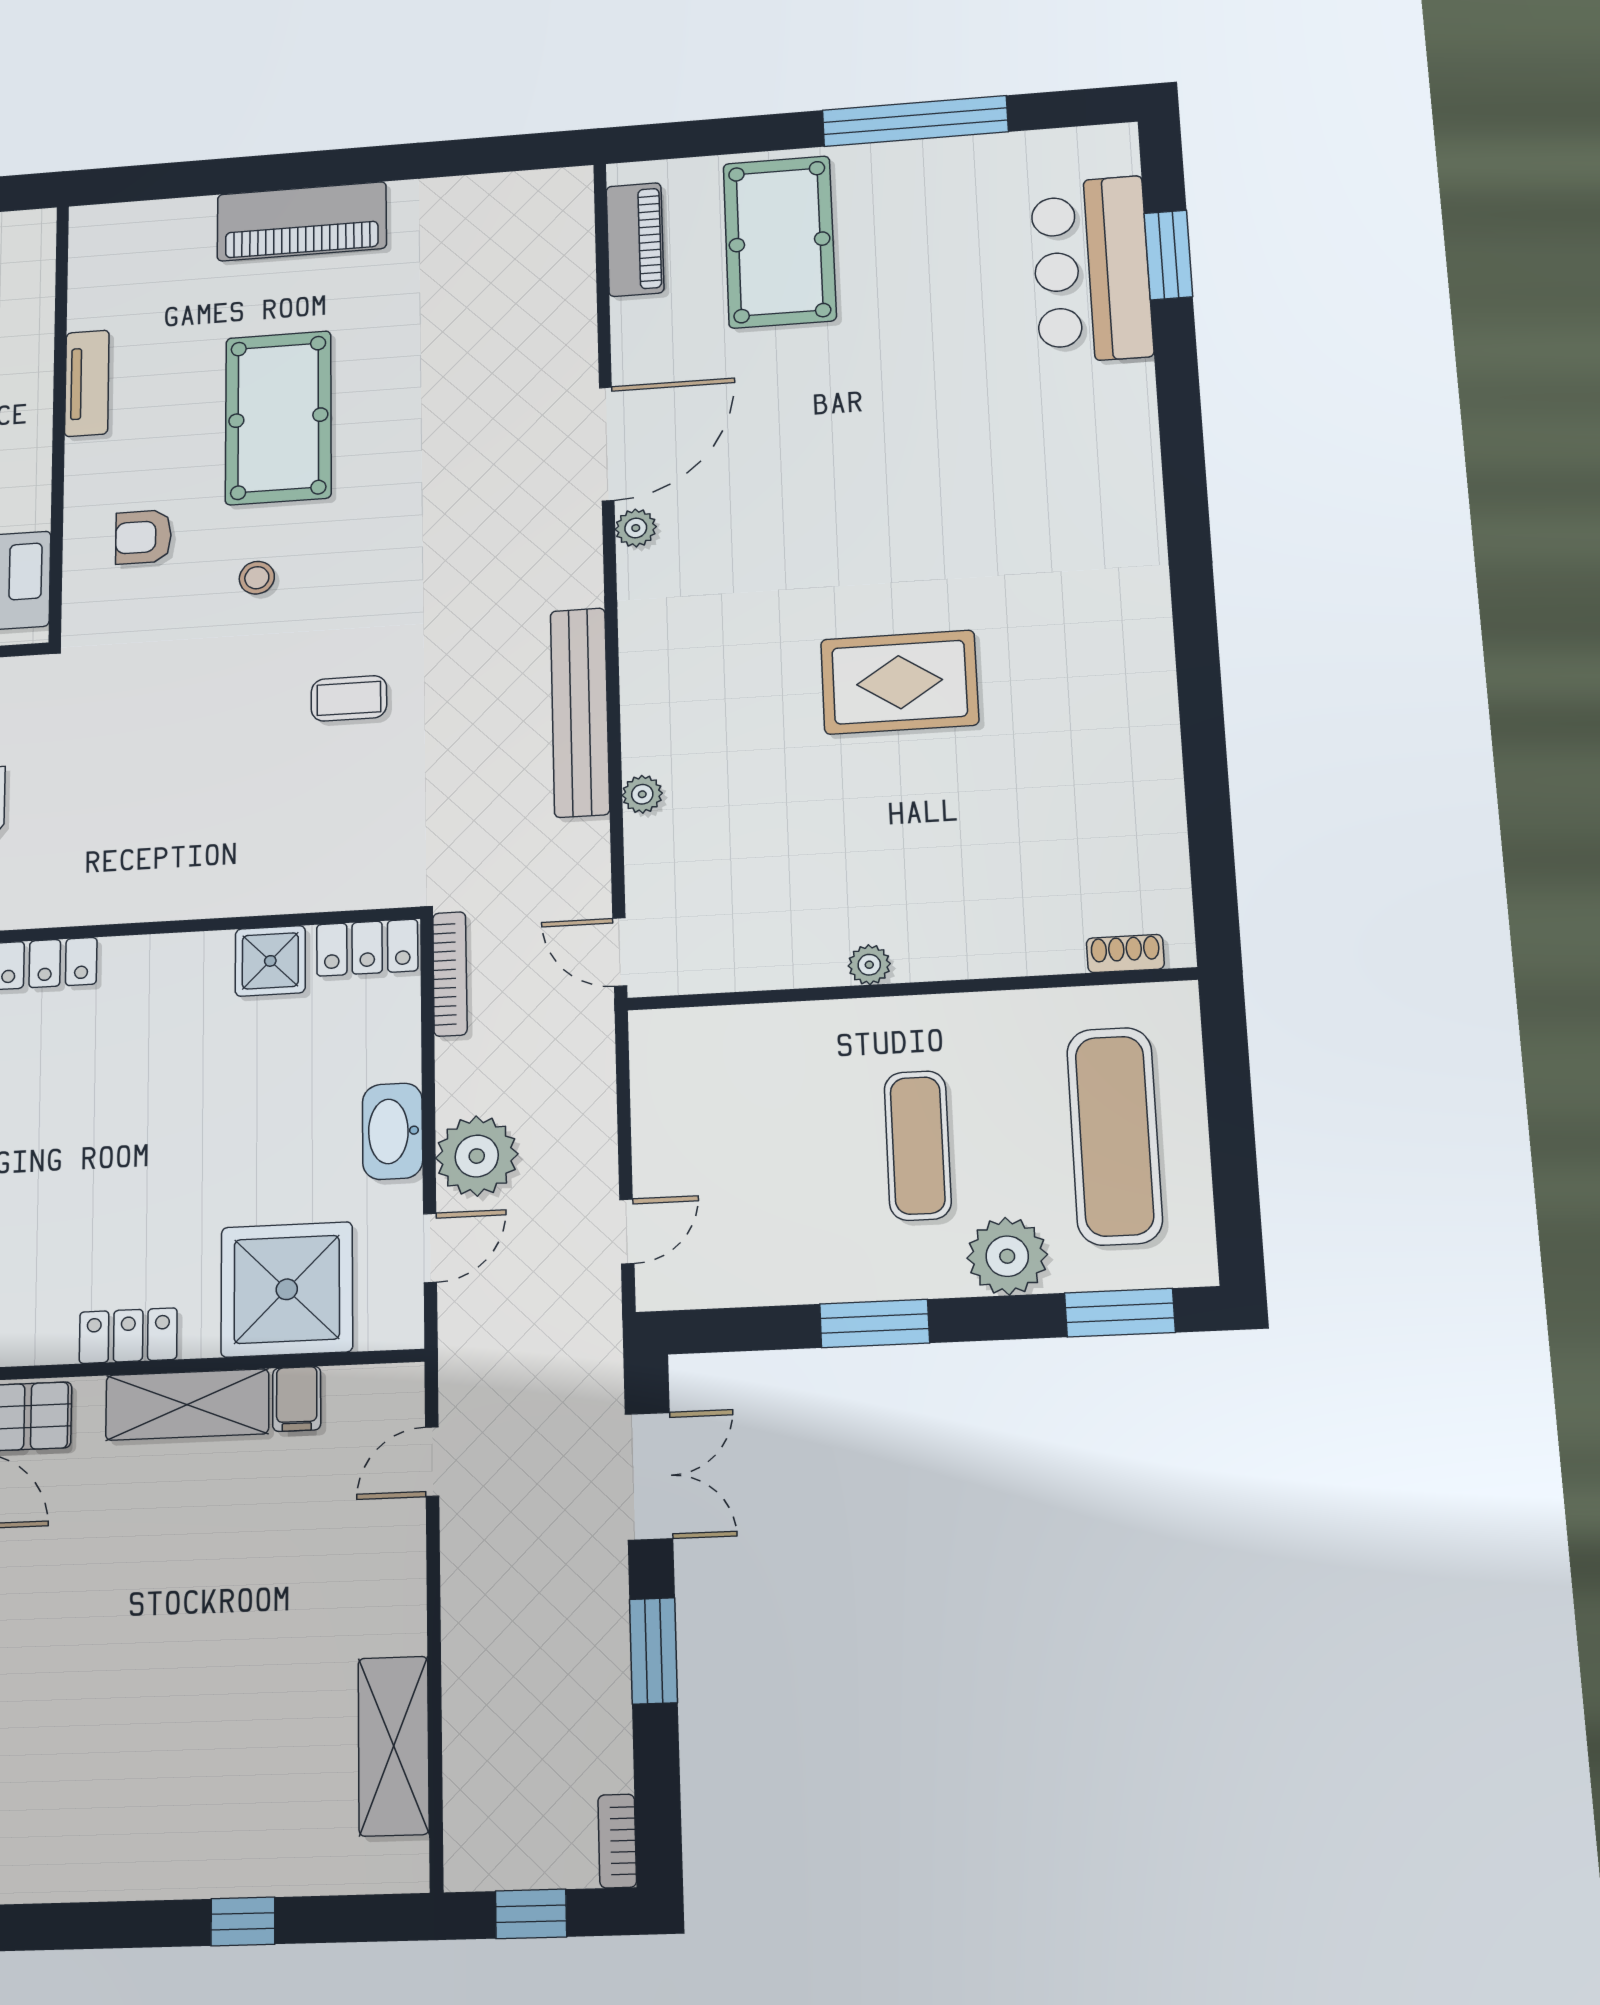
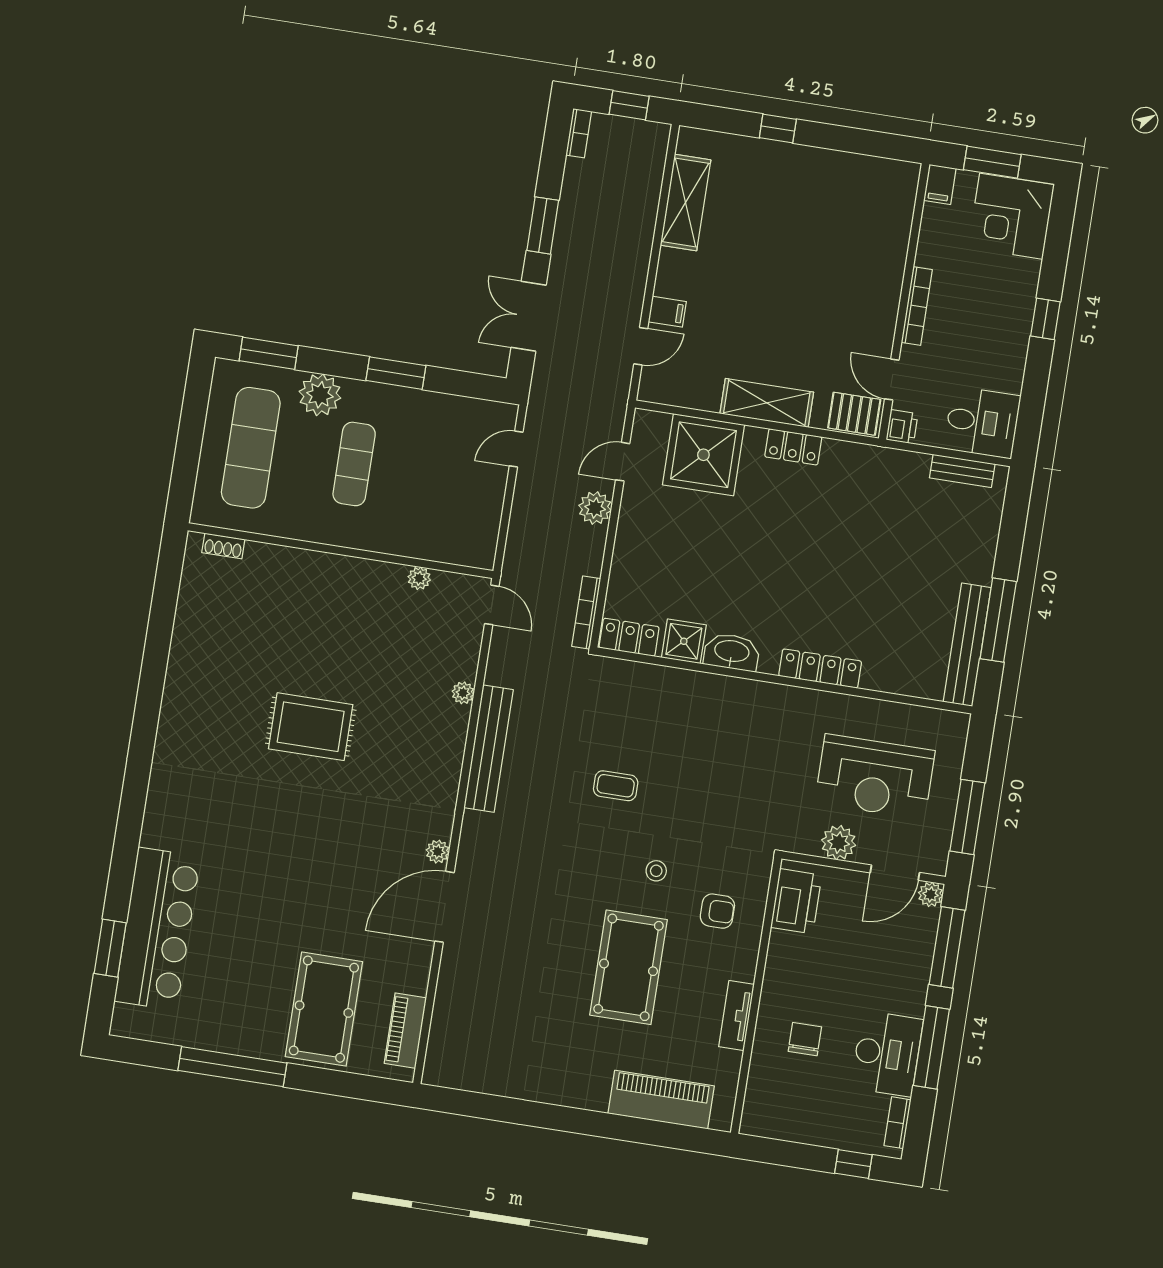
piano: (302, 221) -> (661, 1100), moved
bar counter: (1092, 270) -> (157, 929), width x1.36
plant: (869, 965) -> (419, 578), moved
washbasin: (393, 1131) -> (732, 652), moved, turned -90
plant: (477, 1156) -> (595, 508), width x0.73, depth x0.73
filing cabinet: (297, 1399) -> (667, 312), moved, turned 90

